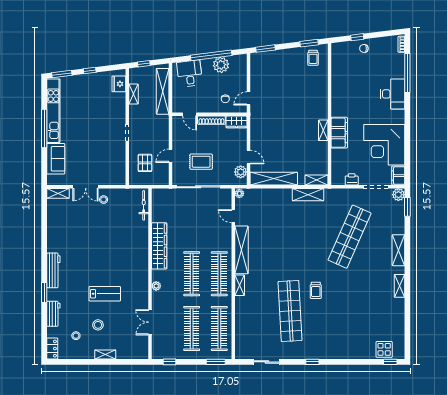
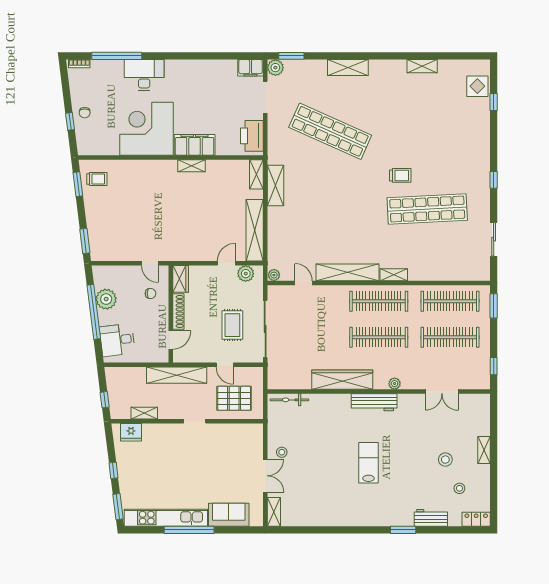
shelving: (163, 91) -> (177, 375), moved
corner desk: (384, 145) -> (147, 129), moved, turned 180
pallet: (145, 163) -> (234, 398), width x1.50, depth x1.42
printer: (352, 179) -> (252, 136), width x1.87, depth x1.48
door: (233, 216) -> (304, 283), swing flipped
workbench: (53, 270) -> (374, 402), moved, turned 180
shelving: (399, 286) -> (422, 66), moved
lab bench: (105, 294) -> (368, 463), moved
window: (390, 362) -> (494, 102), moved

